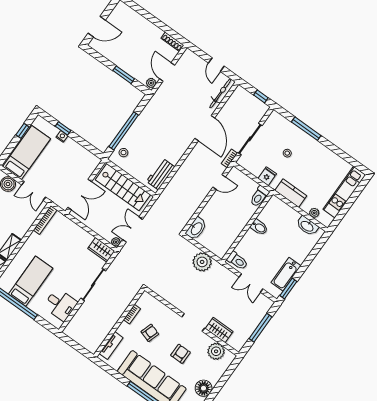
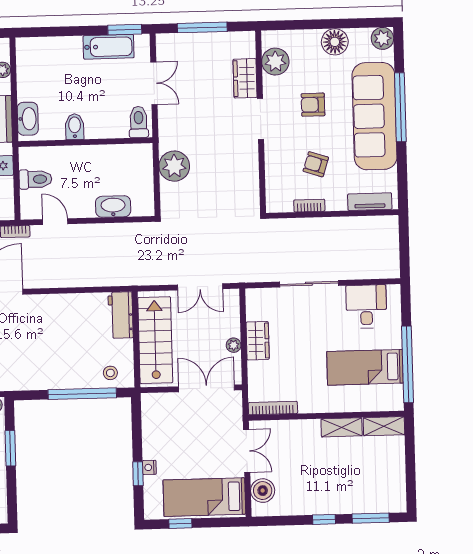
workbench: (161, 174) -> (121, 315), moved, turned 90
toilet: (259, 196) -> (35, 179), moved
washbasin: (307, 226) -> (28, 119), moved
washbasin: (196, 228) -> (113, 207), moved
plant: (116, 242) -> (234, 345), moved
wardrobe: (101, 250) -> (258, 341), moved

